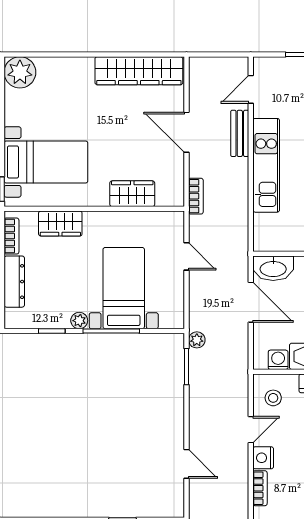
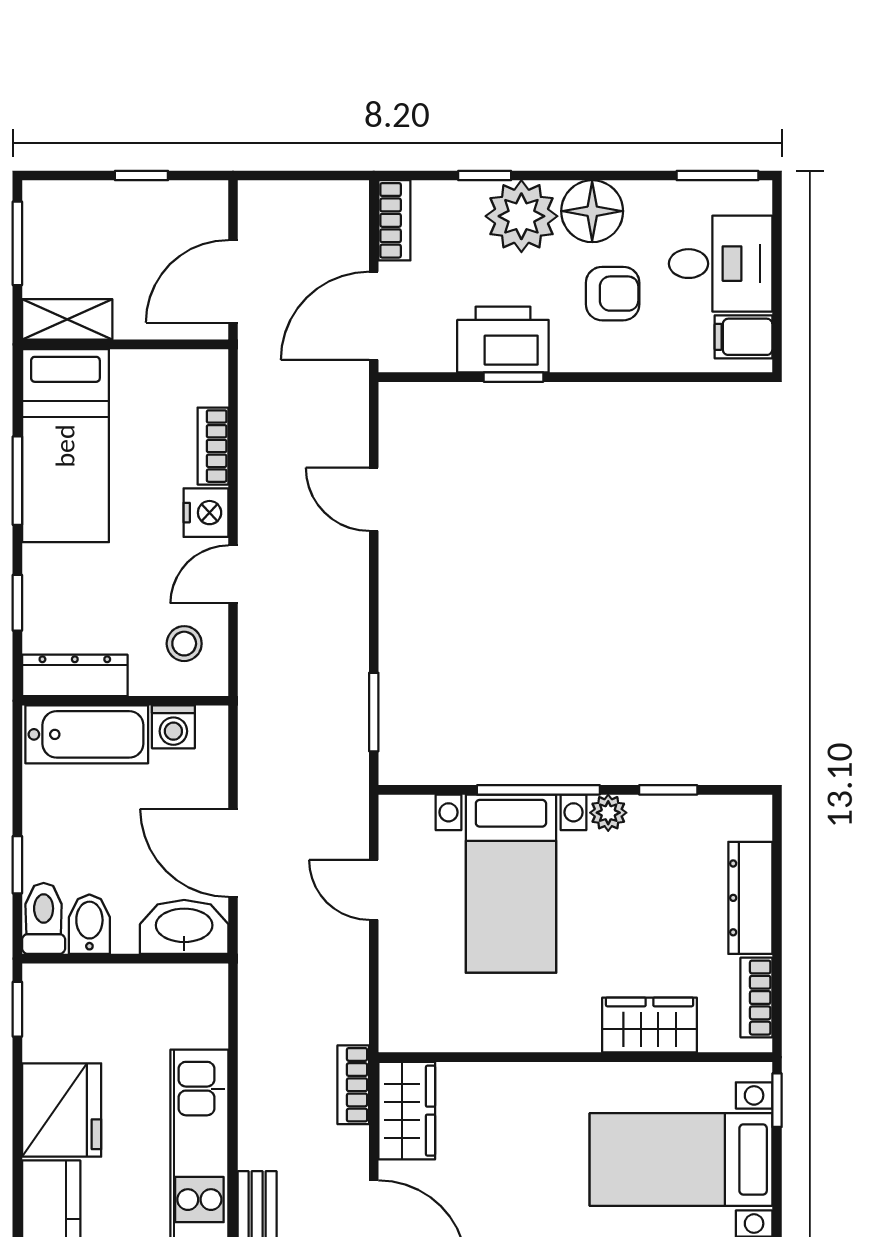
wardrobe: (132, 194) -> (407, 1111), moved, turned -90
door: (186, 256) -> (374, 890), moved
plant: (197, 340) -> (351, 770), removed

